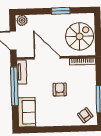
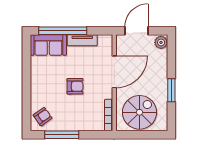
spiral stairs: (80, 36) -> (140, 112), turned -90
tv unit: (22, 72) -> (82, 40), moved
window: (14, 86) -> (63, 31), moved

